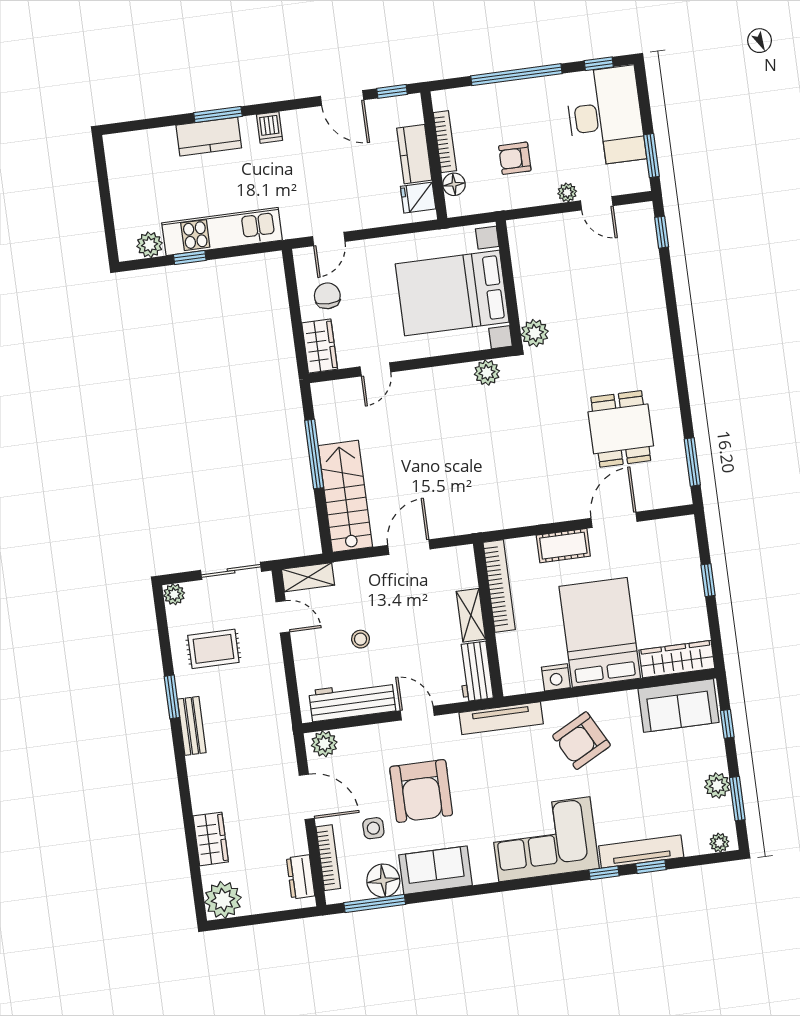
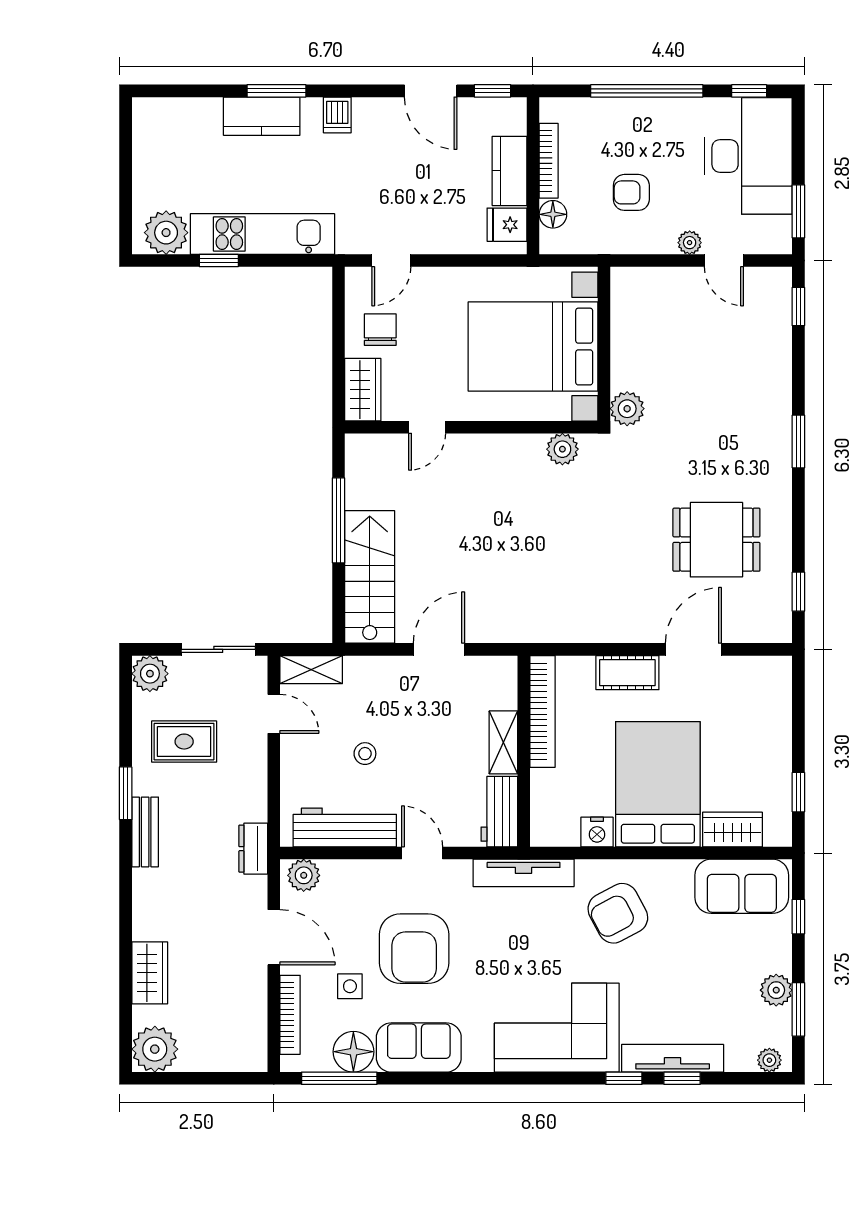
plant: (150, 245) -> (166, 233), width x1.36, depth x1.36
window: (676, 341) -> (798, 441), added
dining table: (621, 429) -> (716, 540), turned 90
window: (692, 462) -> (798, 592), width x0.67
window: (708, 580) -> (798, 792), moved
plant: (174, 594) -> (150, 674), width x1.38, depth x1.38
wardrobe: (677, 659) -> (732, 830), width x0.67
dresser: (301, 877) -> (253, 849), moved

